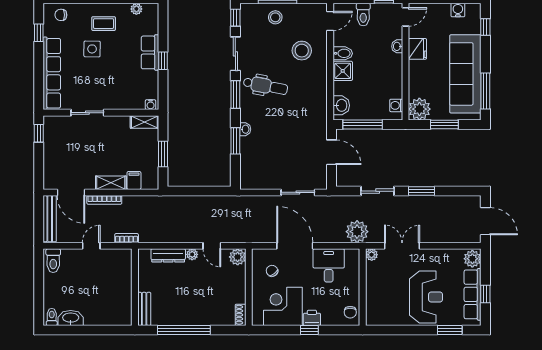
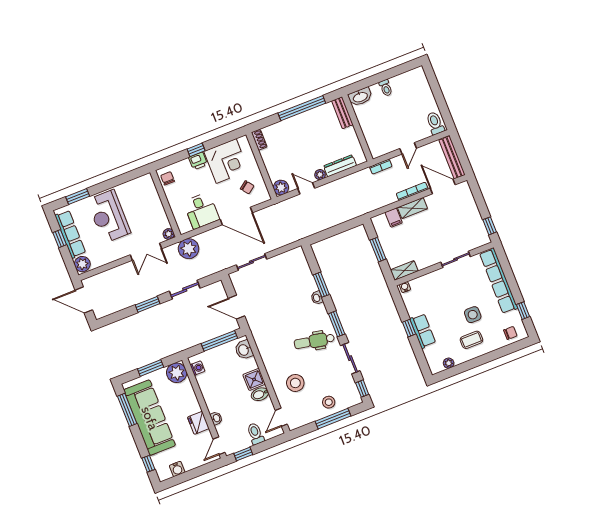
toilet: (52, 317) -> (386, 88), moved
washbasin: (71, 318) -> (360, 97), moved

